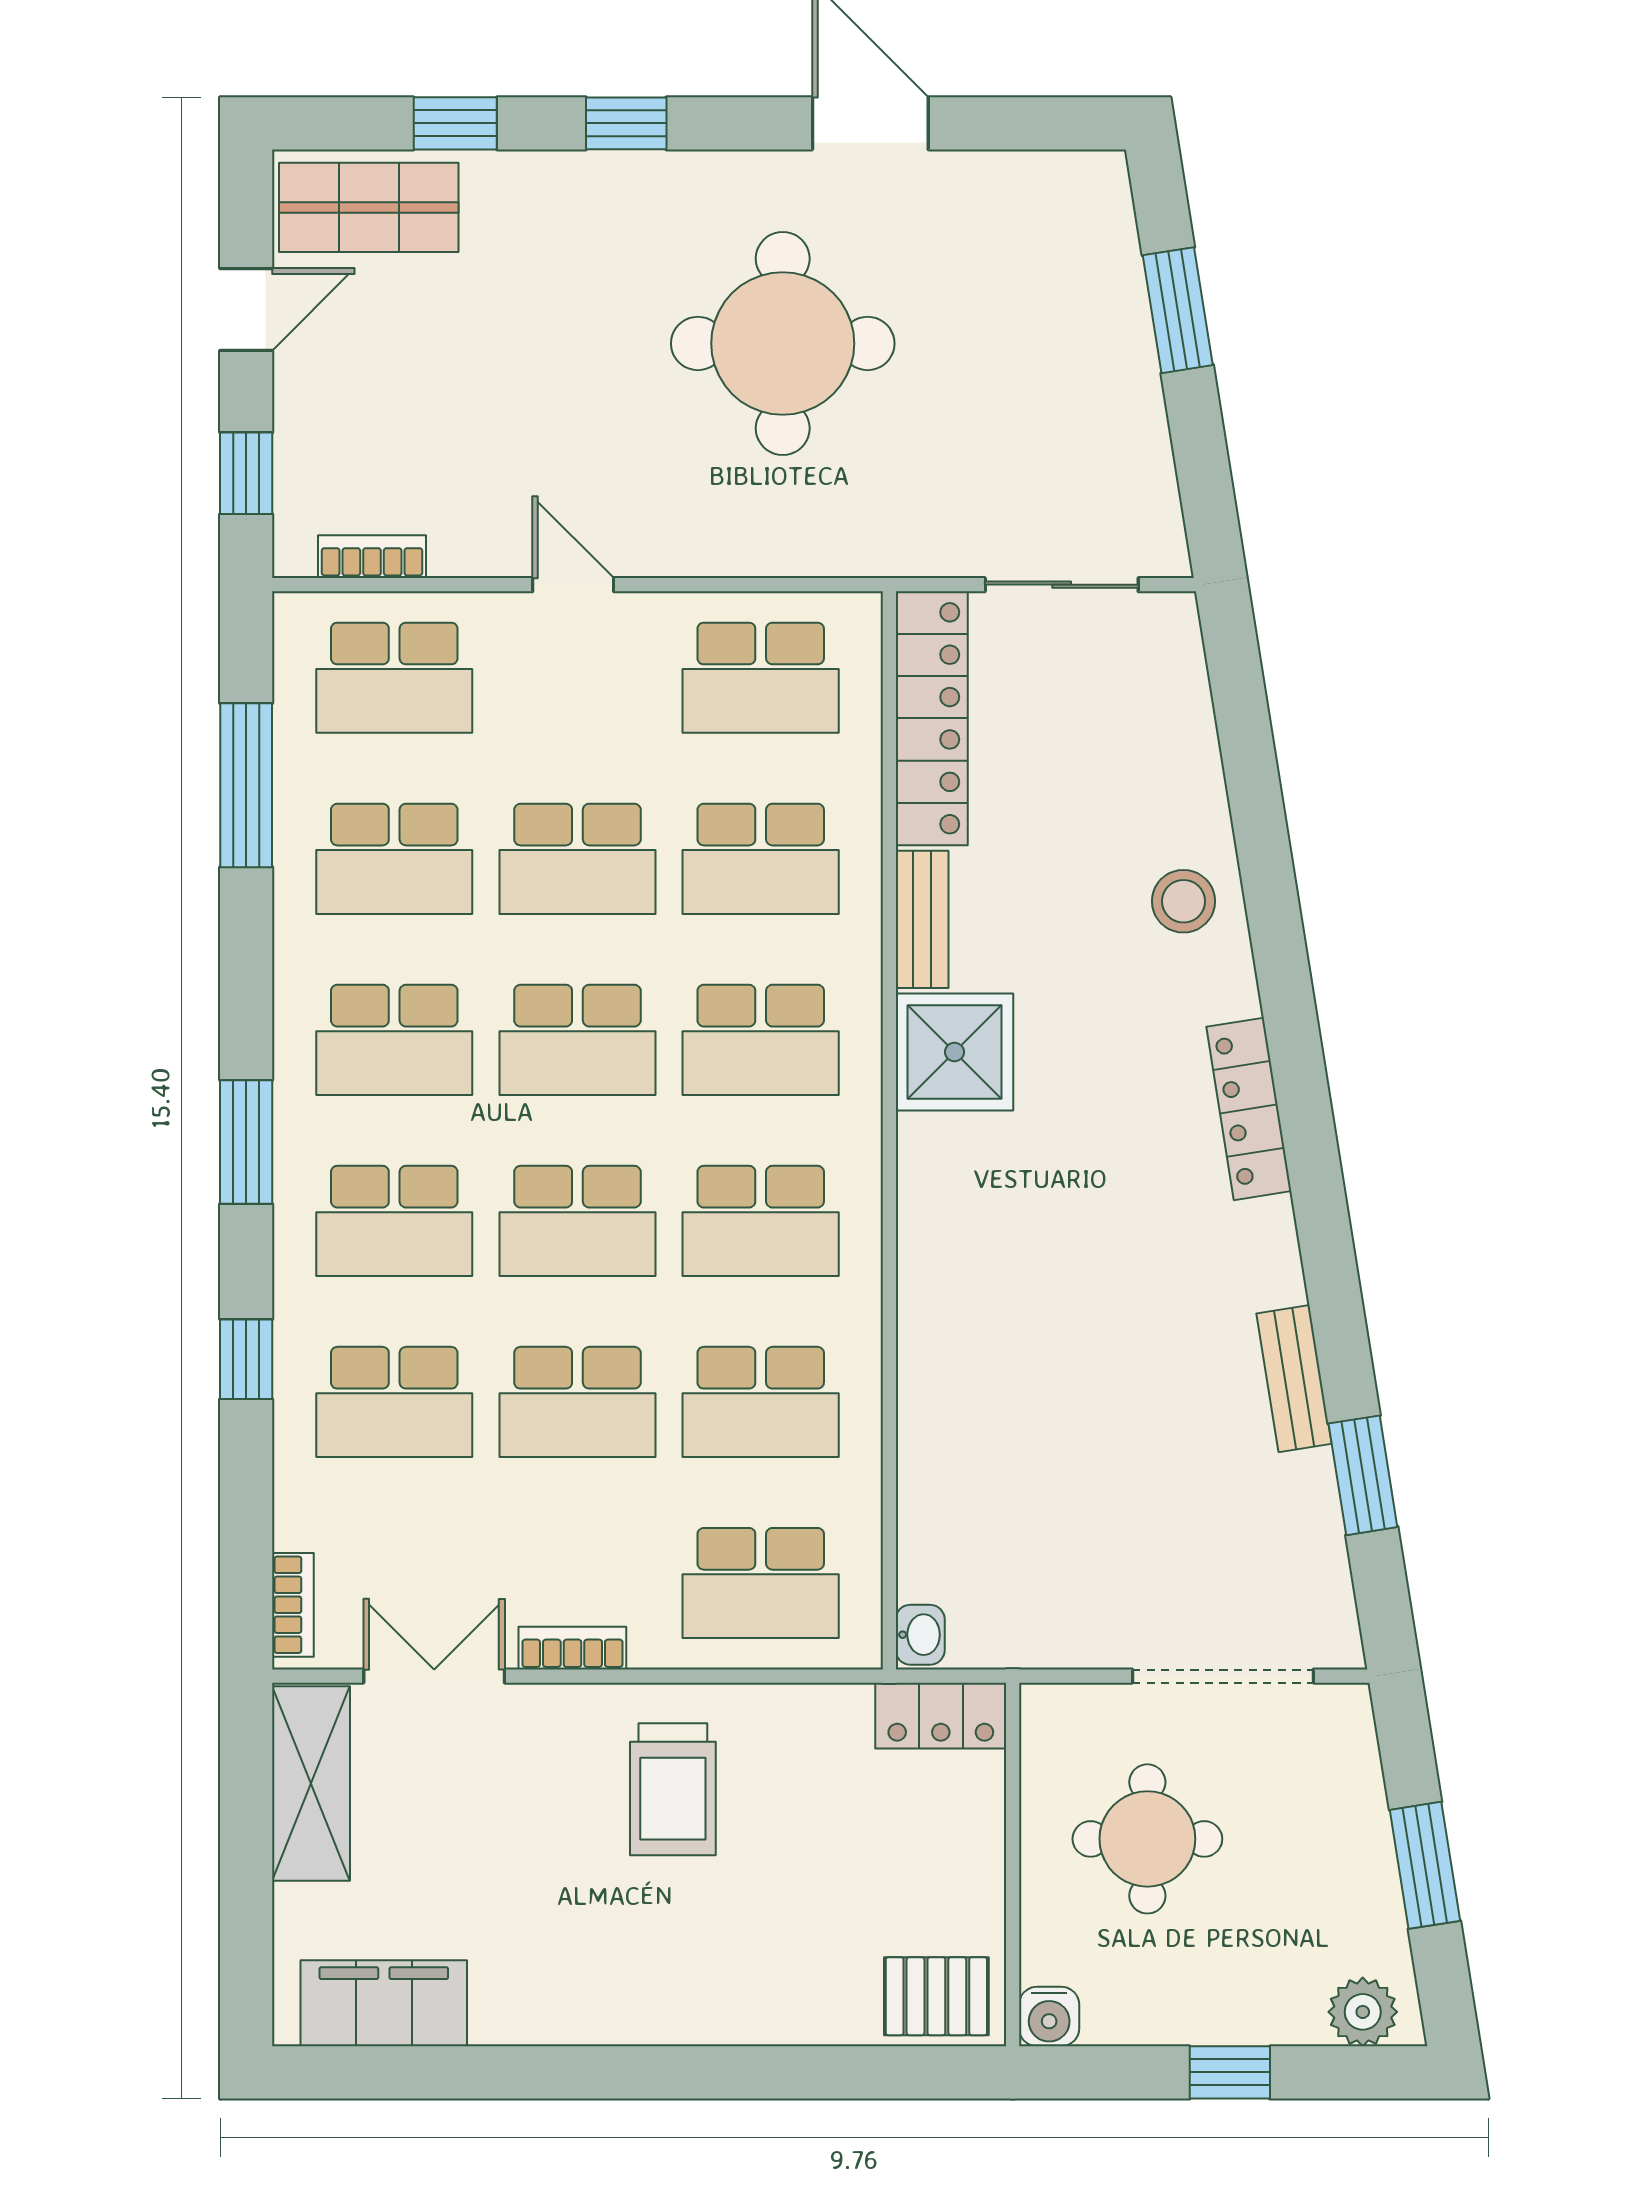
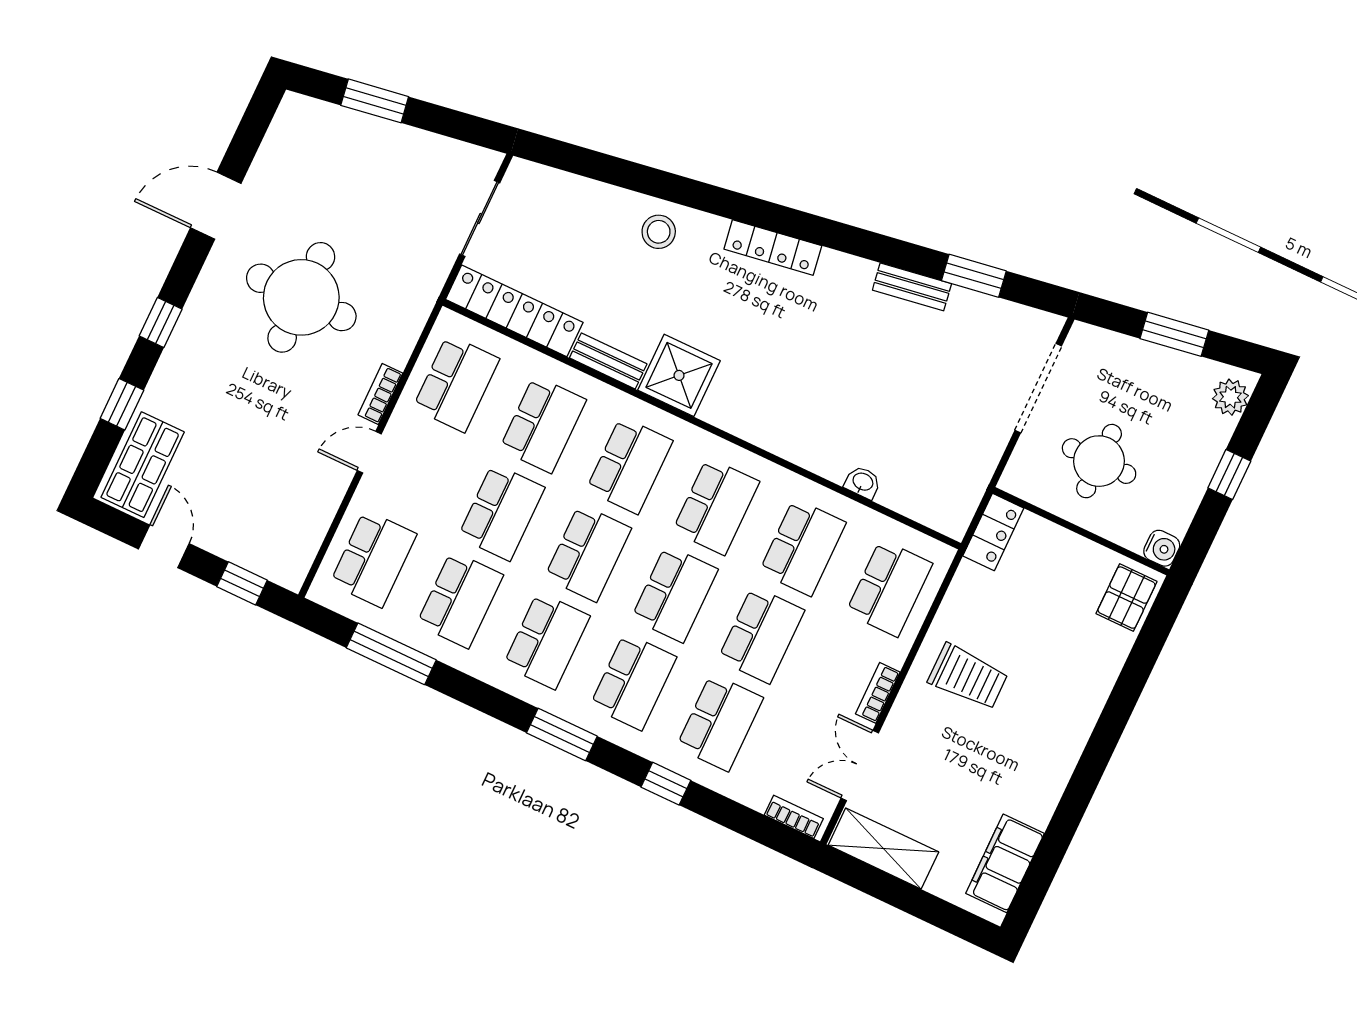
bookcase: (372, 557) -> (380, 394), moved
washbasin: (920, 1635) -> (863, 482), moved

